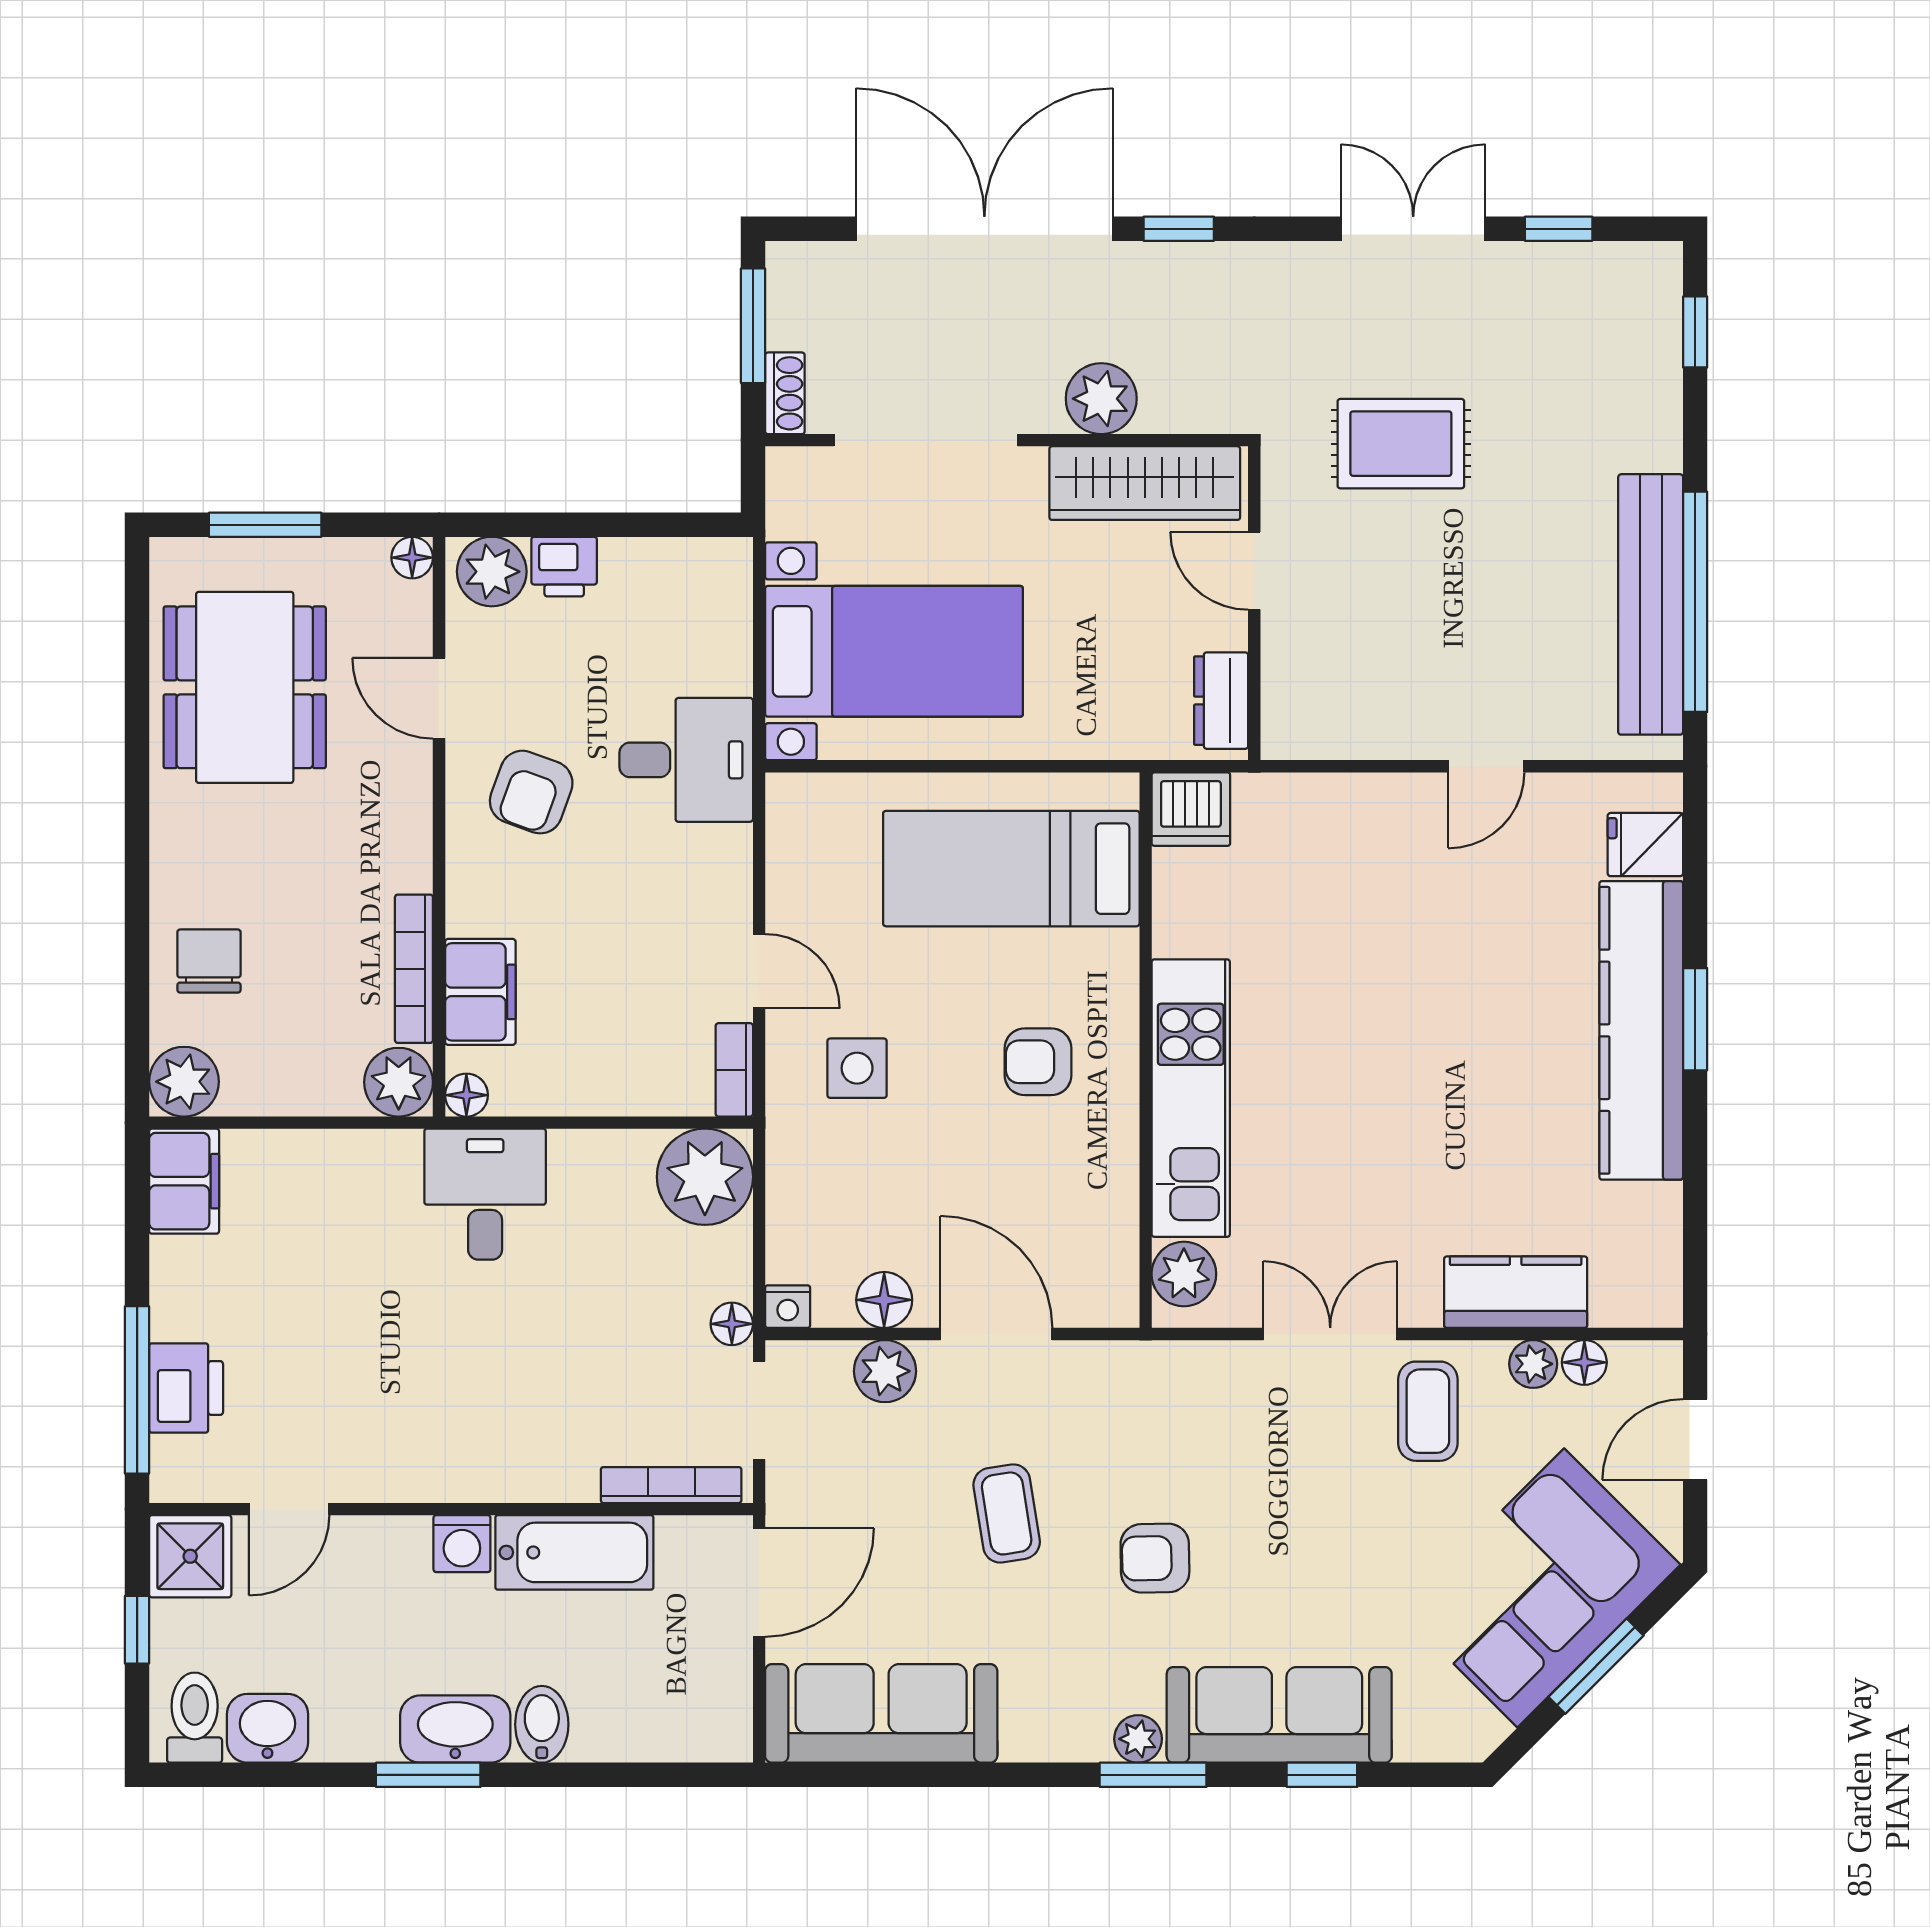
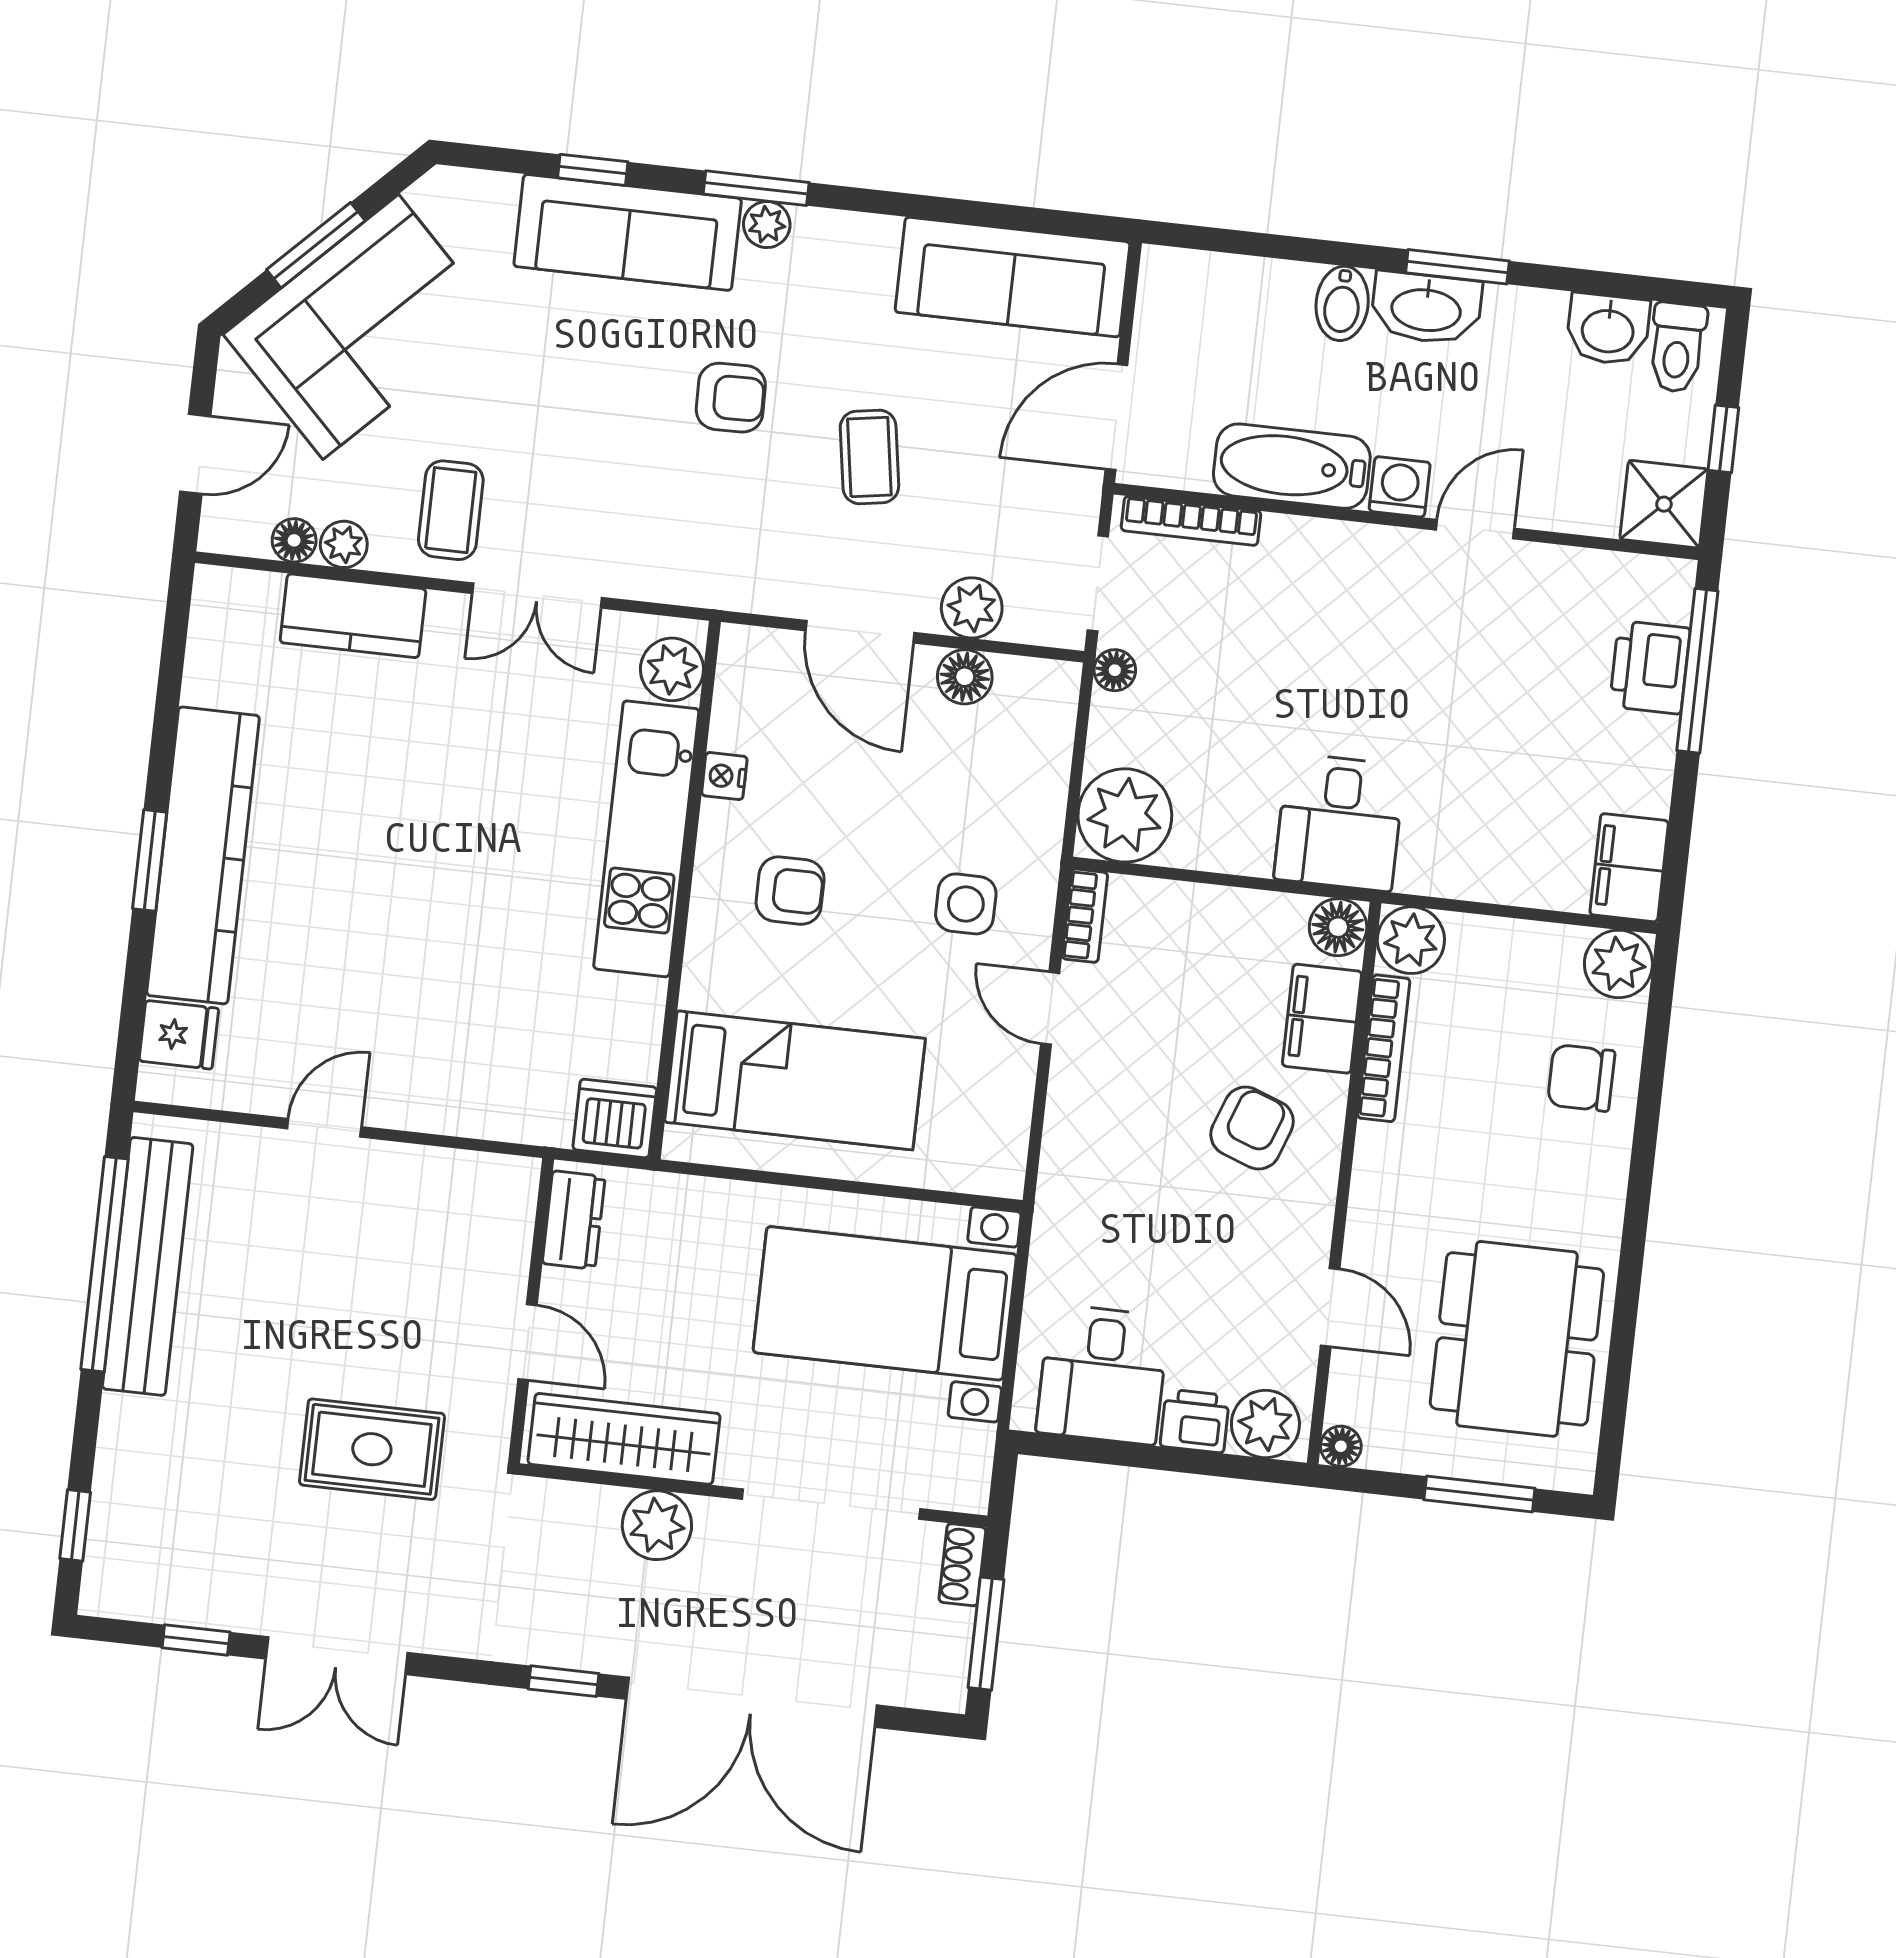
desk: (686, 760) -> (1102, 1374), moved, turned -90
armchair: (531, 792) -> (1252, 1128), moved
chair: (209, 961) -> (1581, 1078), turned 90
floor lamp: (466, 1095) -> (1338, 927), width x1.37, depth x1.37
nightstand: (788, 1307) -> (724, 776), moved, turned -90
door: (289, 1509) -> (1475, 529), moved

